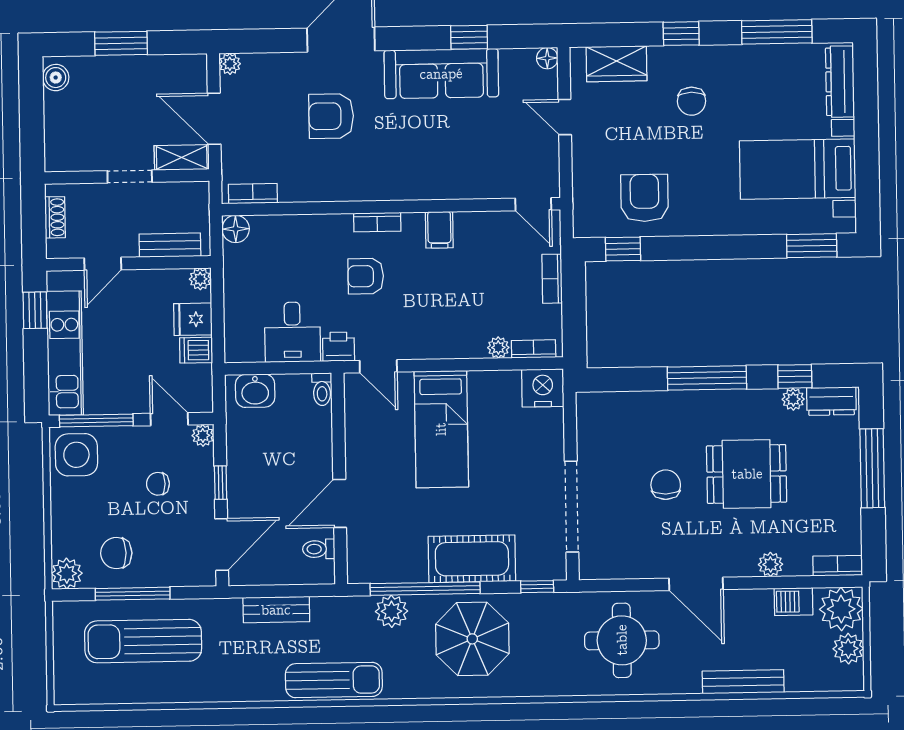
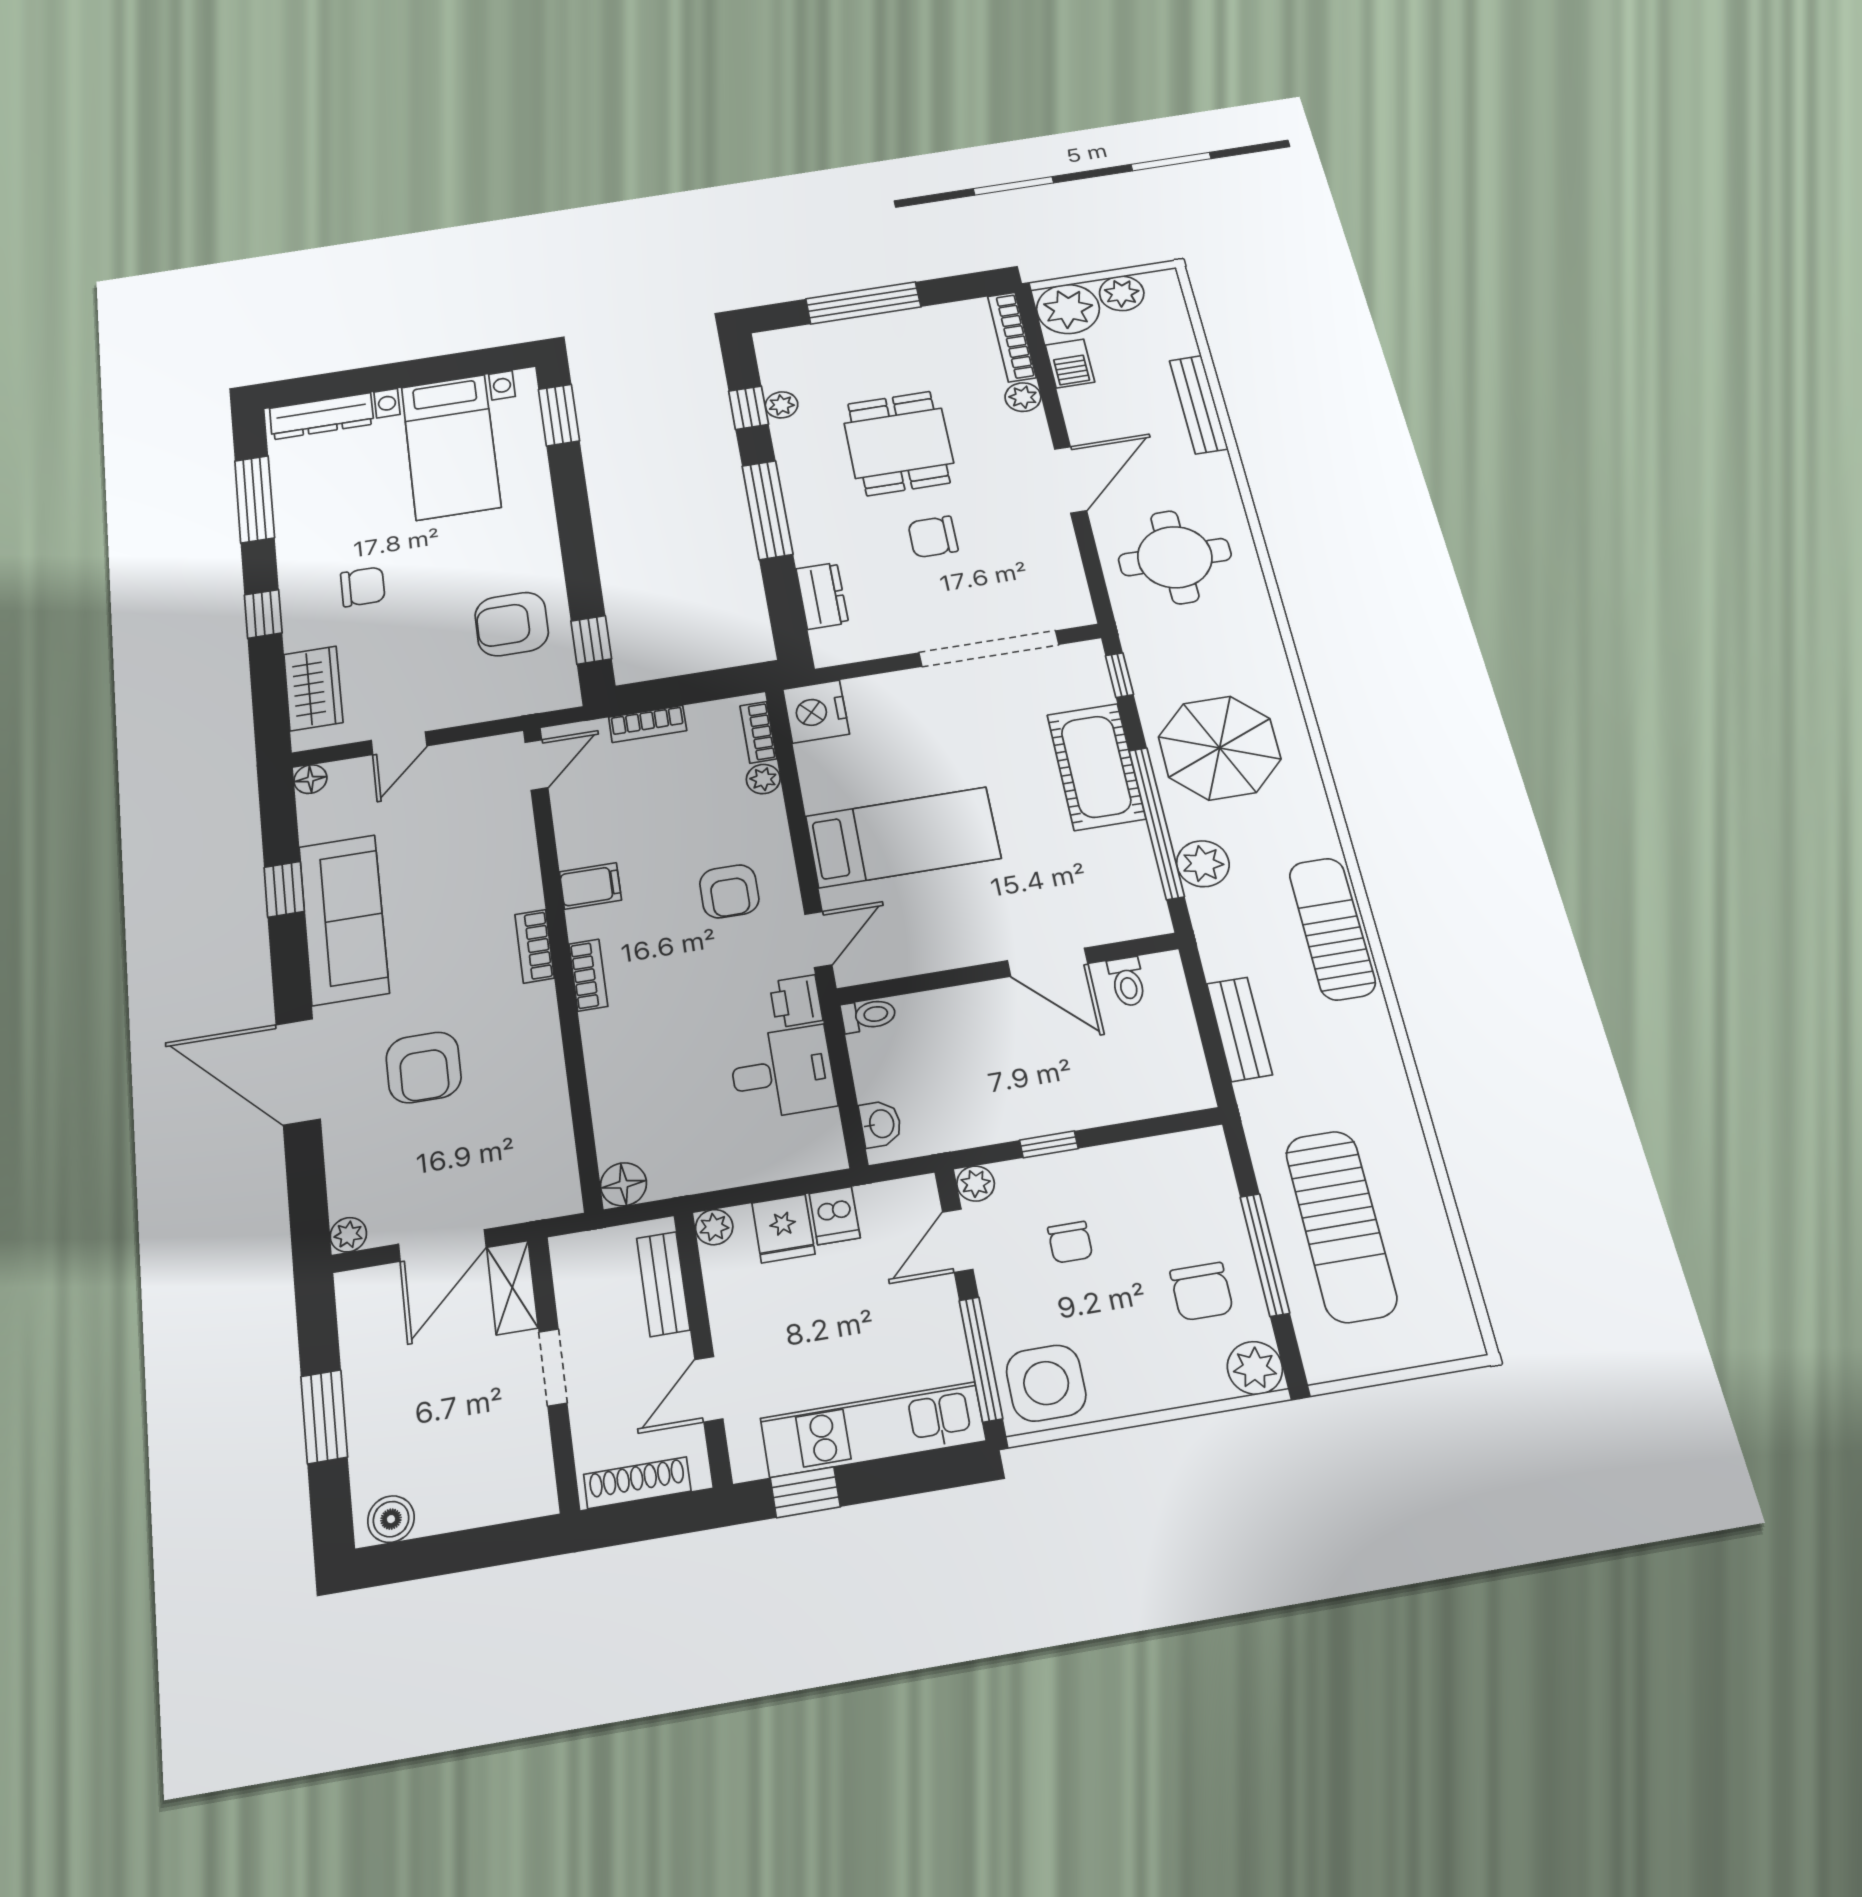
bookcase: (253, 194) -> (535, 946), moved
shoe rack: (55, 217) -> (637, 1483), width x1.43
door: (103, 264) -> (709, 1389), swing flipped
armchair: (366, 276) -> (729, 891), moved
washbasin: (255, 391) -> (881, 1124), width x0.72, depth x0.69
dresser: (831, 401) -> (822, 596), moved
door: (222, 545) -> (1151, 1127), removed
bookcase: (838, 566) -> (1012, 337), width x1.56

